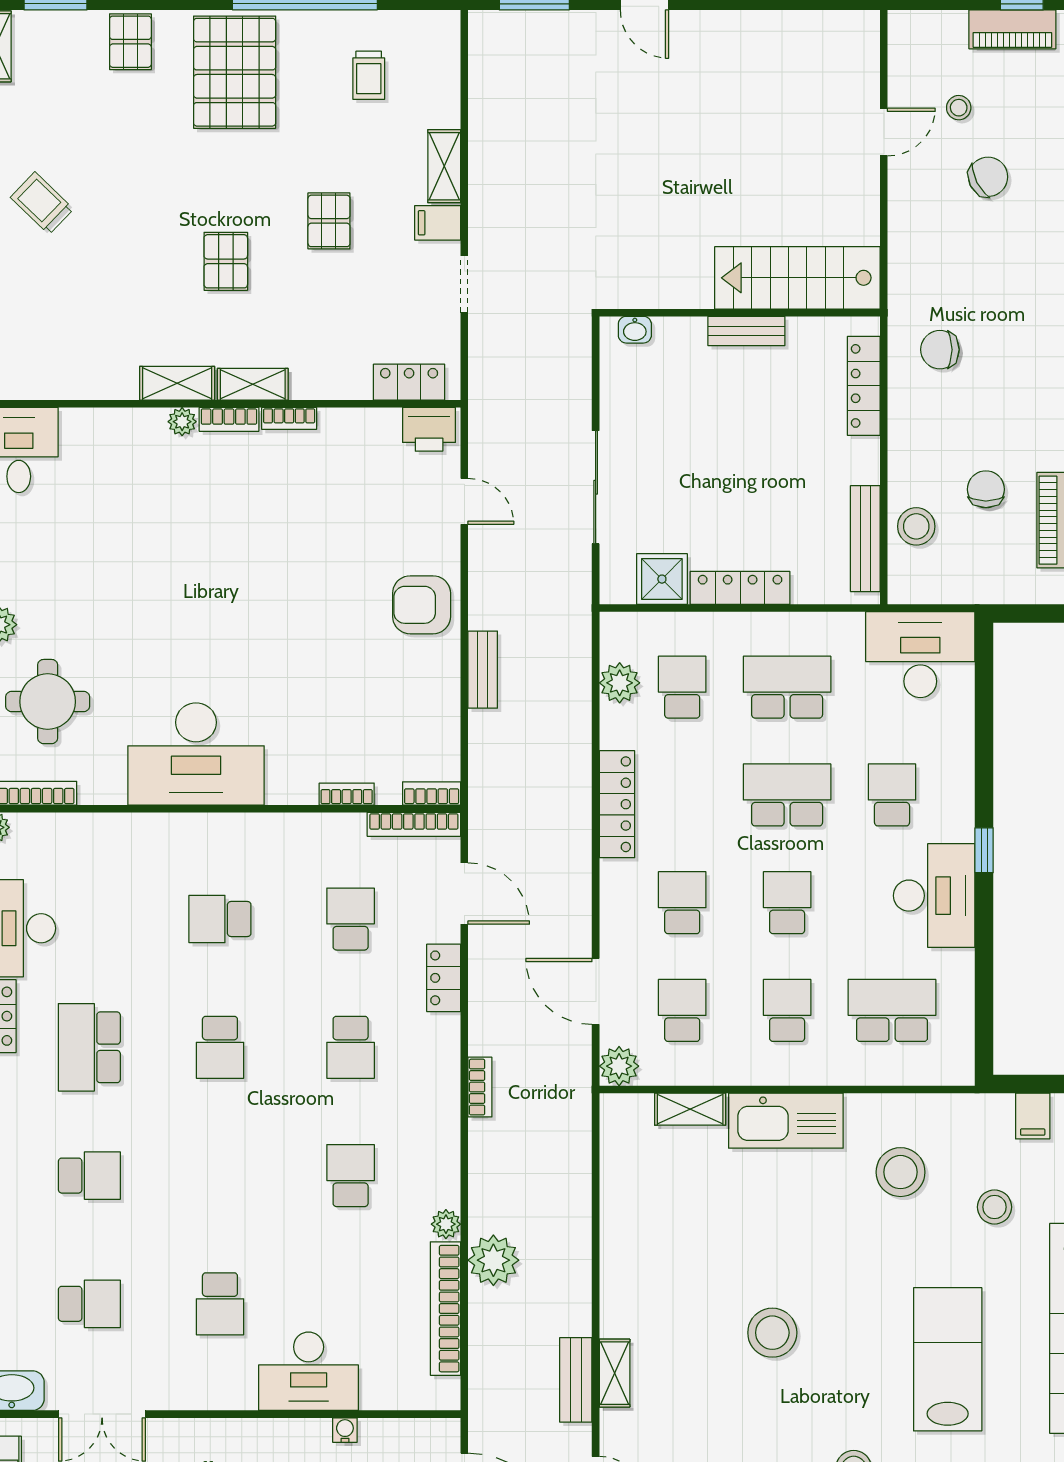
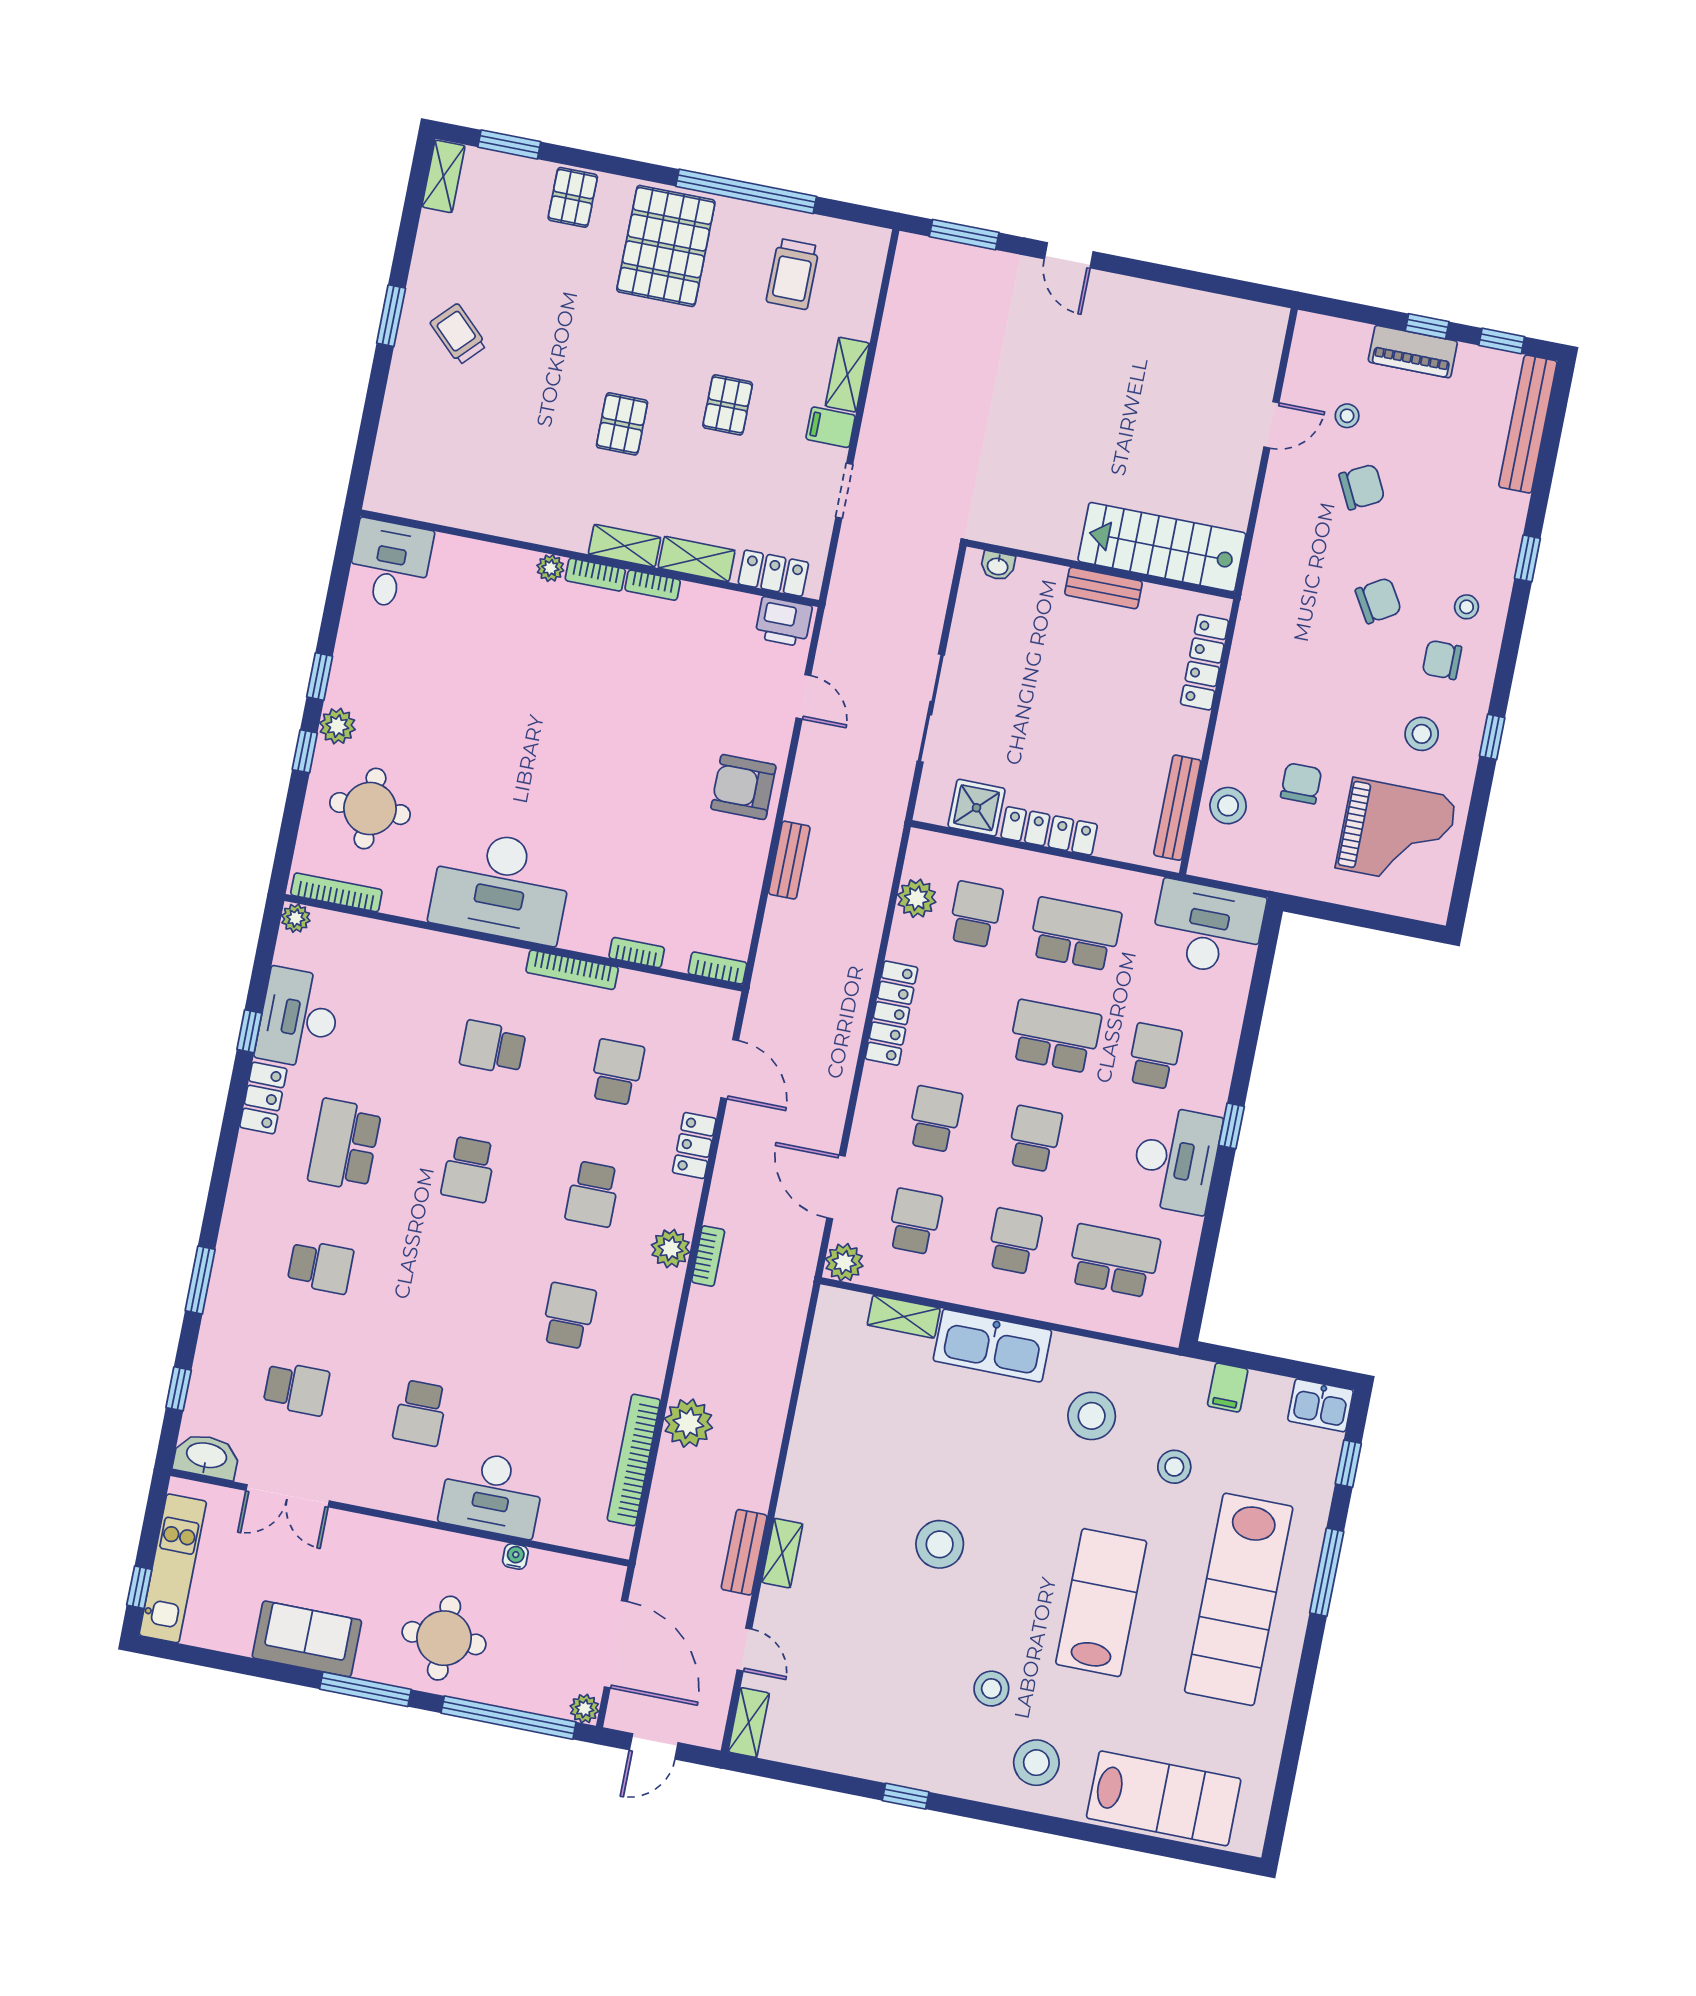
trolley: (369, 75) -> (793, 274), width x1.36, depth x1.39
chair: (940, 350) -> (1378, 601), moved, turned 149
shelving: (177, 383) -> (697, 559), moved
bookcase: (414, 824) -> (572, 970), moved
plant: (446, 1224) -> (671, 1249), moved, width x1.38, depth x1.38

